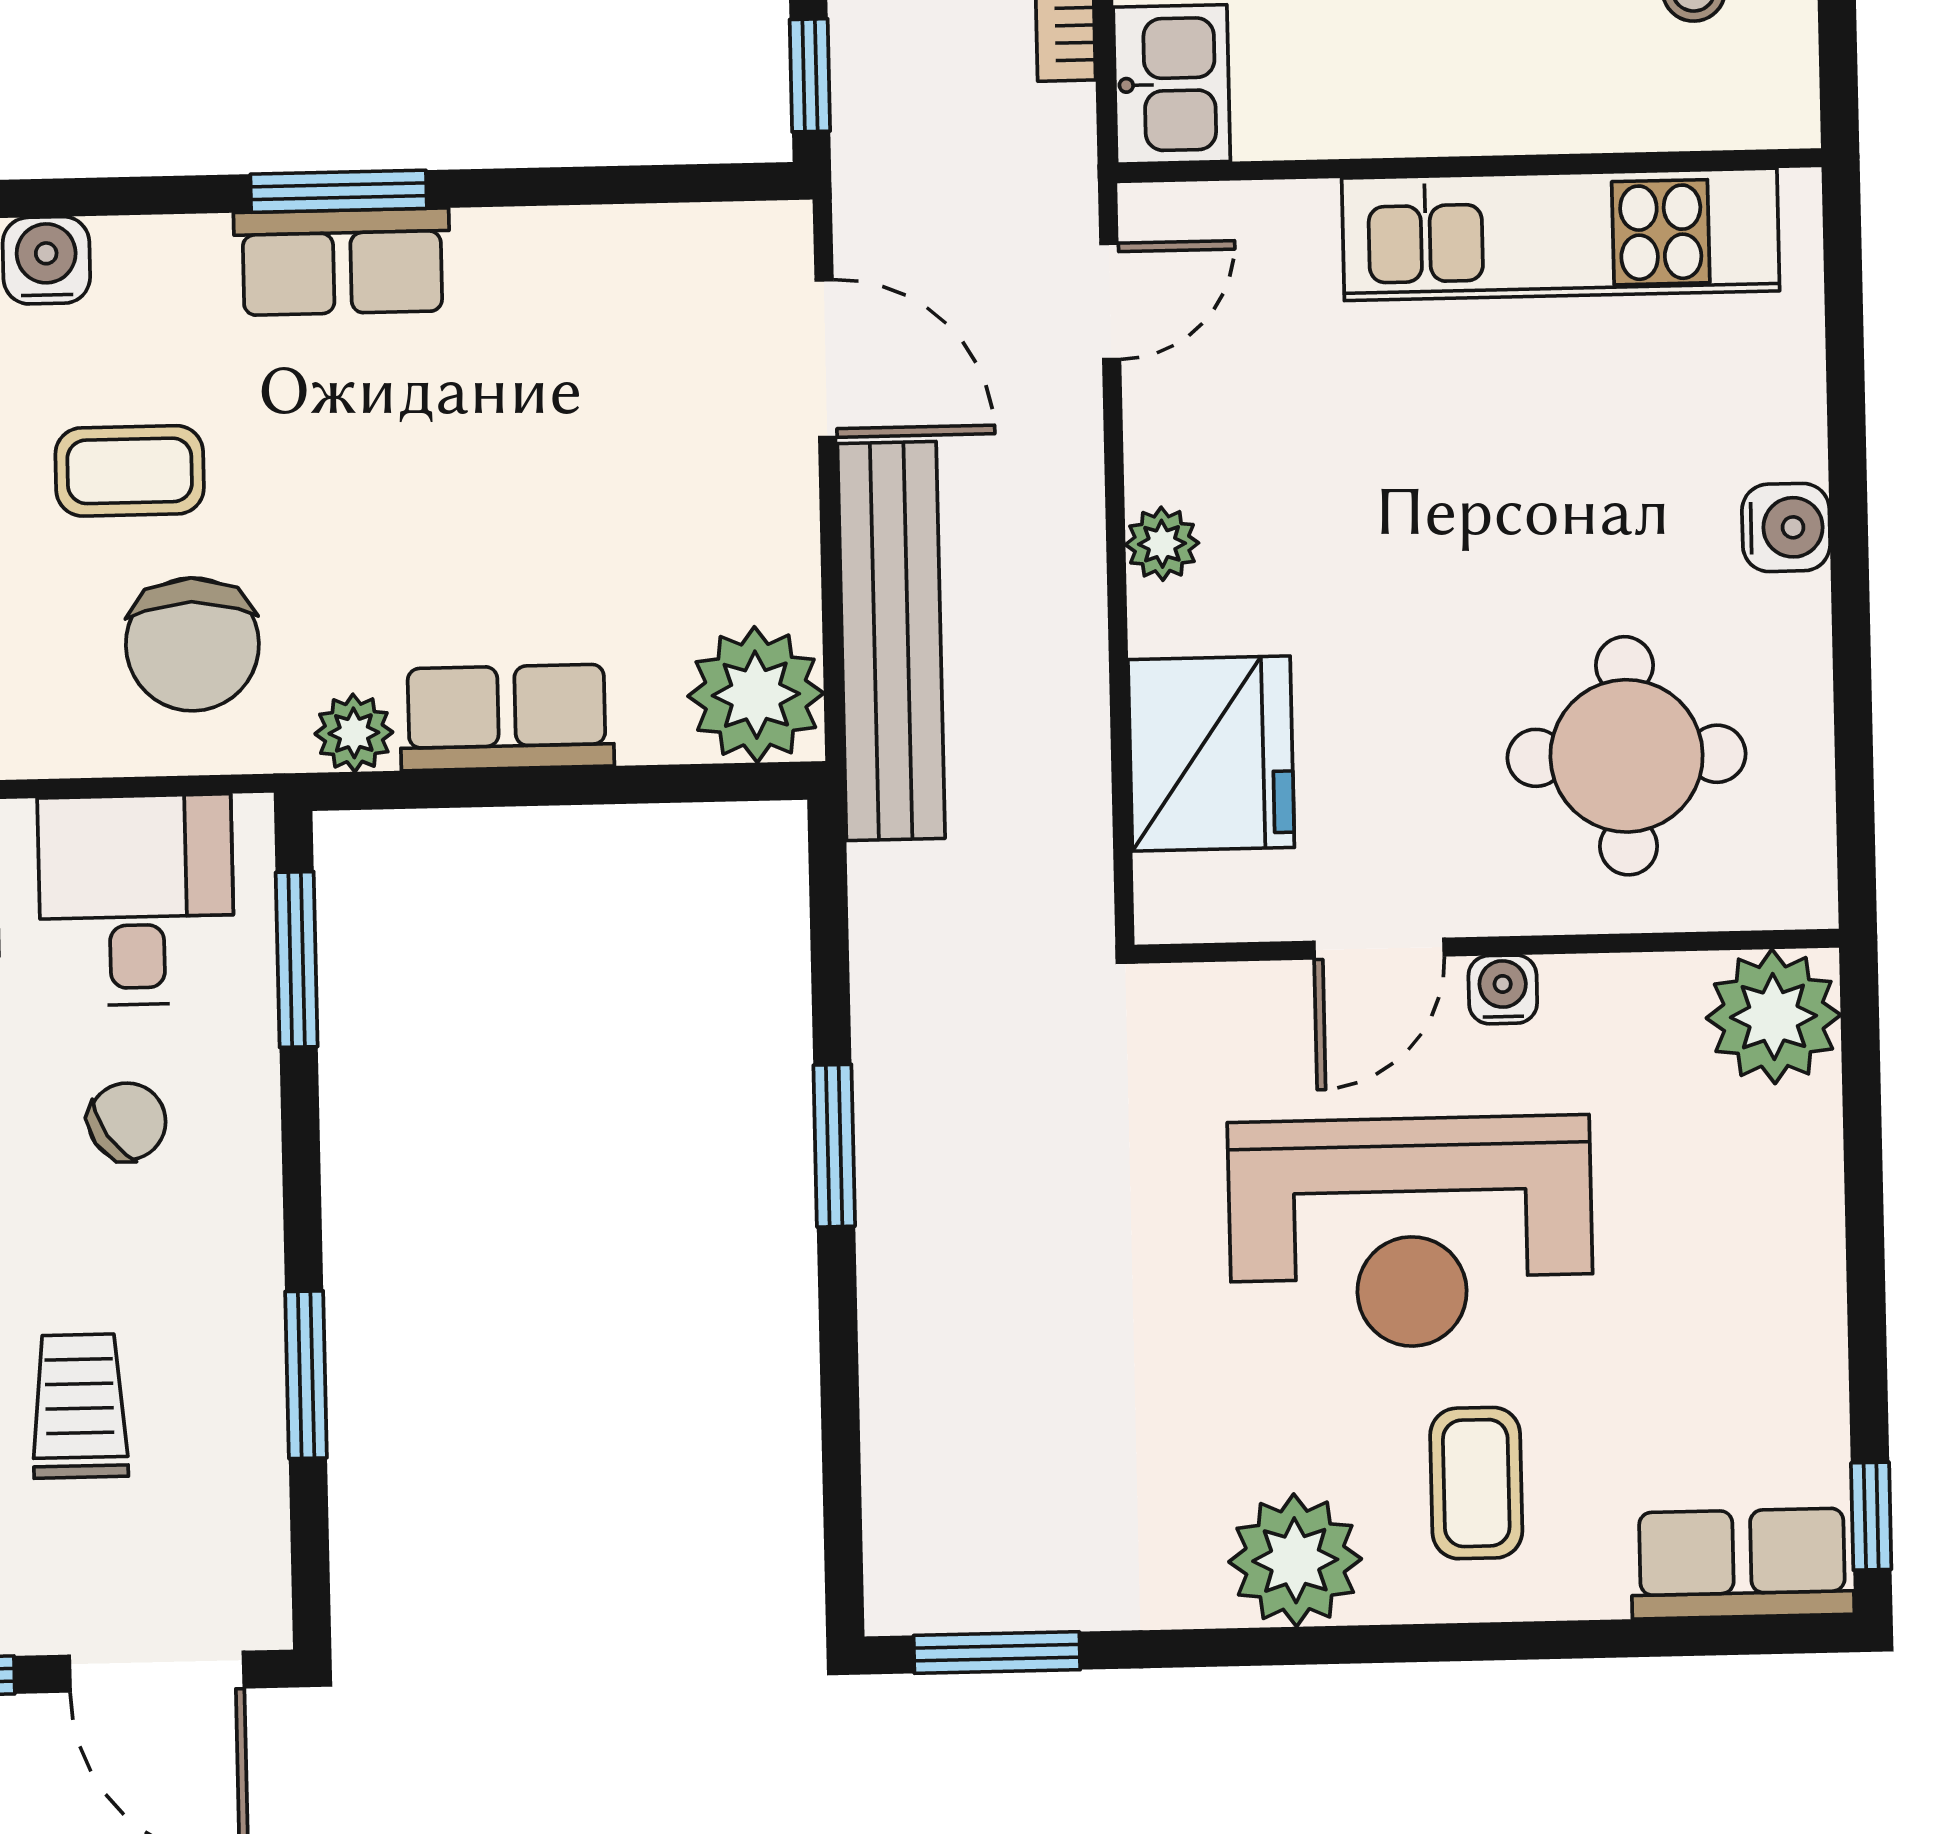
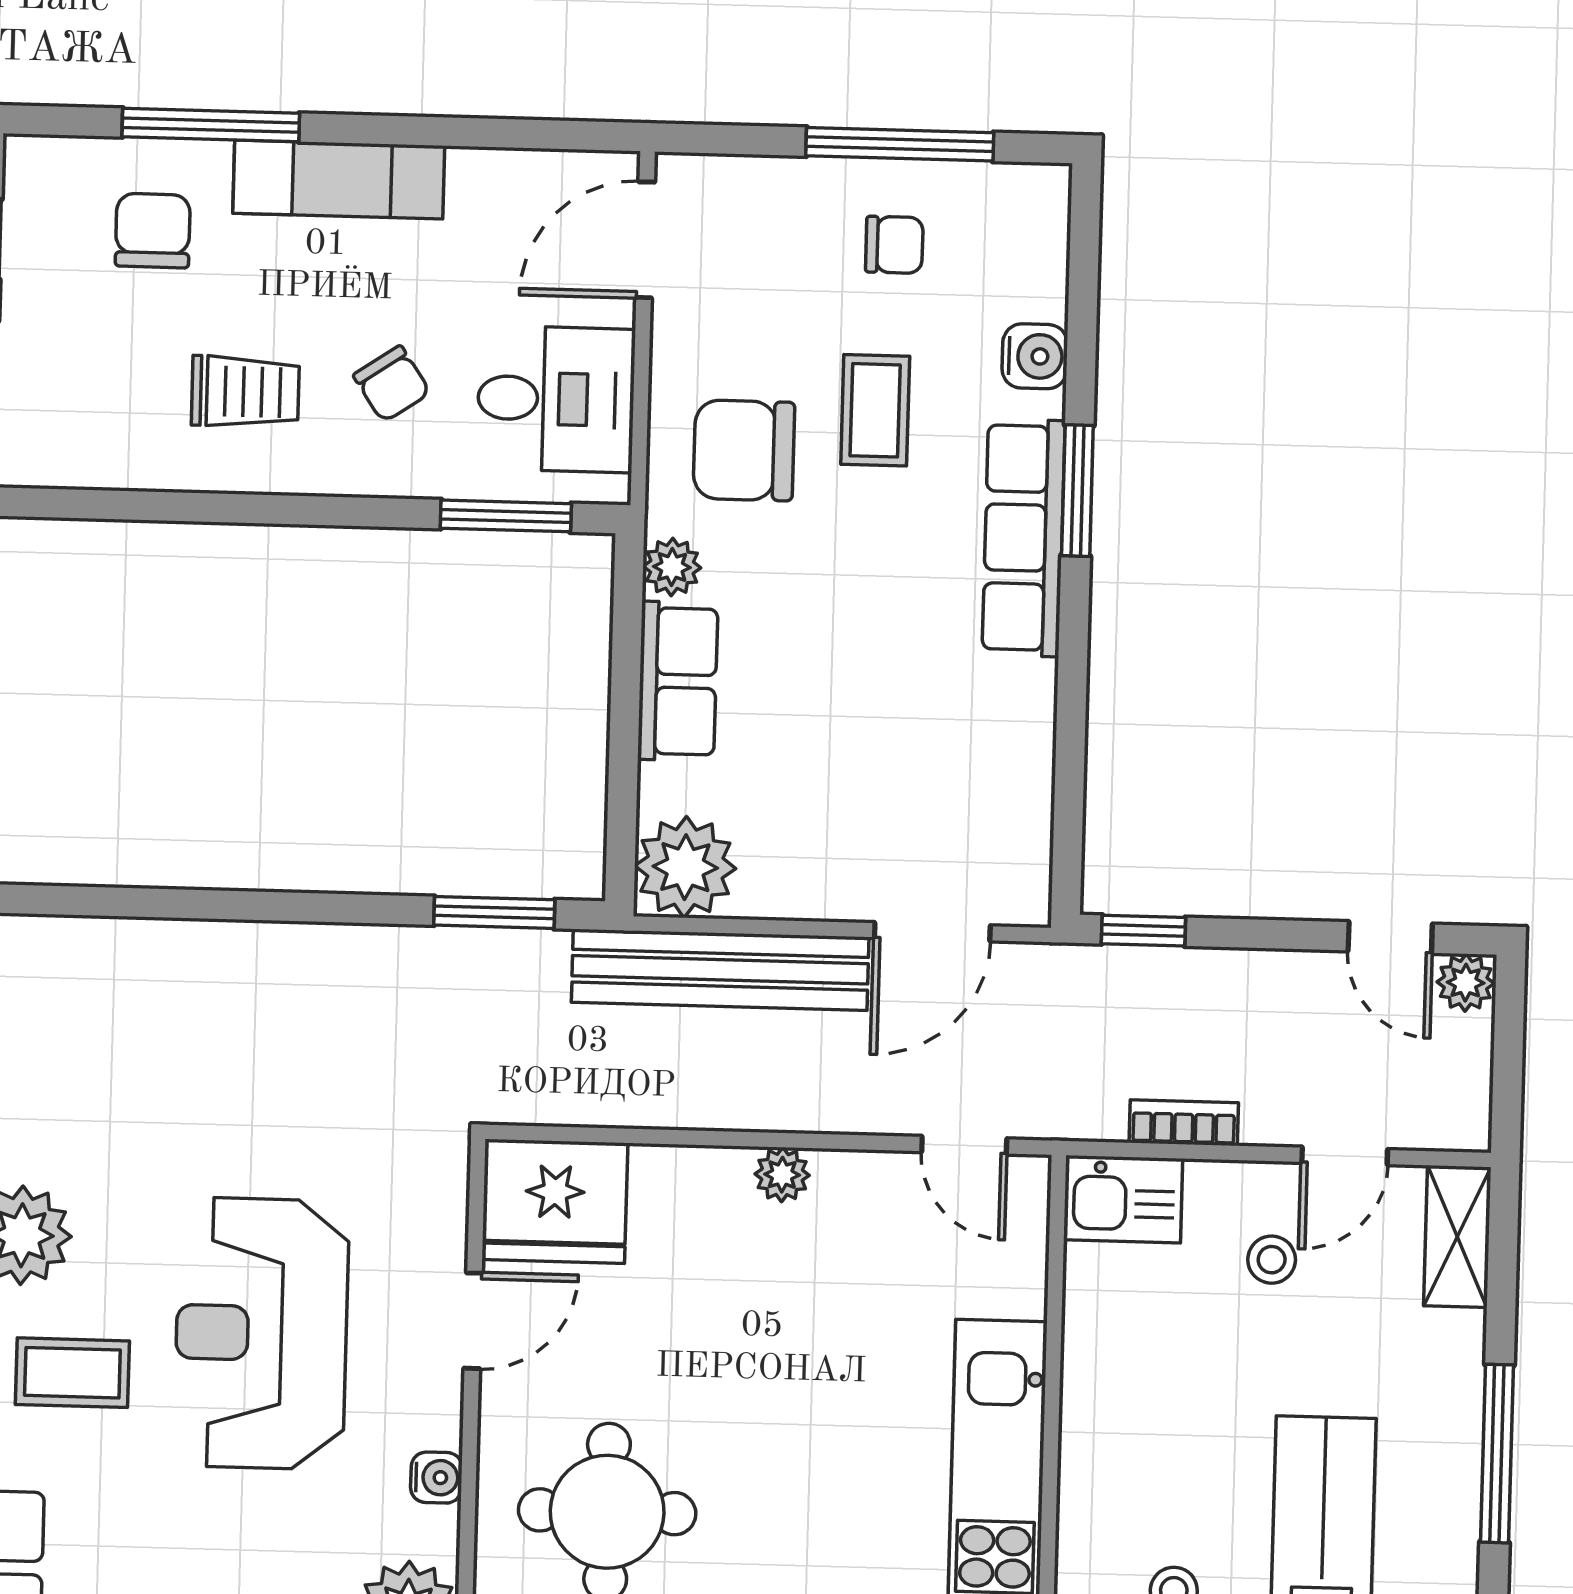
window: (339, 191) -> (1077, 491), moved
row of seats: (342, 262) -> (1024, 538), width x1.48
fridge: (1211, 754) -> (555, 1201), moved
door: (1379, 949) -> (473, 1321), swing flipped
water cooler: (1503, 989) -> (436, 1478), moved
window: (834, 1146) -> (494, 912), moved
window: (306, 1375) -> (197, 507), removed
trolley: (80, 1406) -> (245, 392), moved

